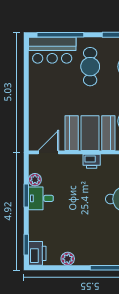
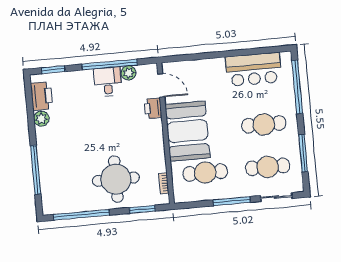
bar counter: (52, 50) -> (253, 69), moved, turned -90
printer: (92, 161) -> (153, 108), moved
window: (26, 195) -> (110, 65), width x2.11
printer: (37, 253) -> (42, 96), moved, turned -90

